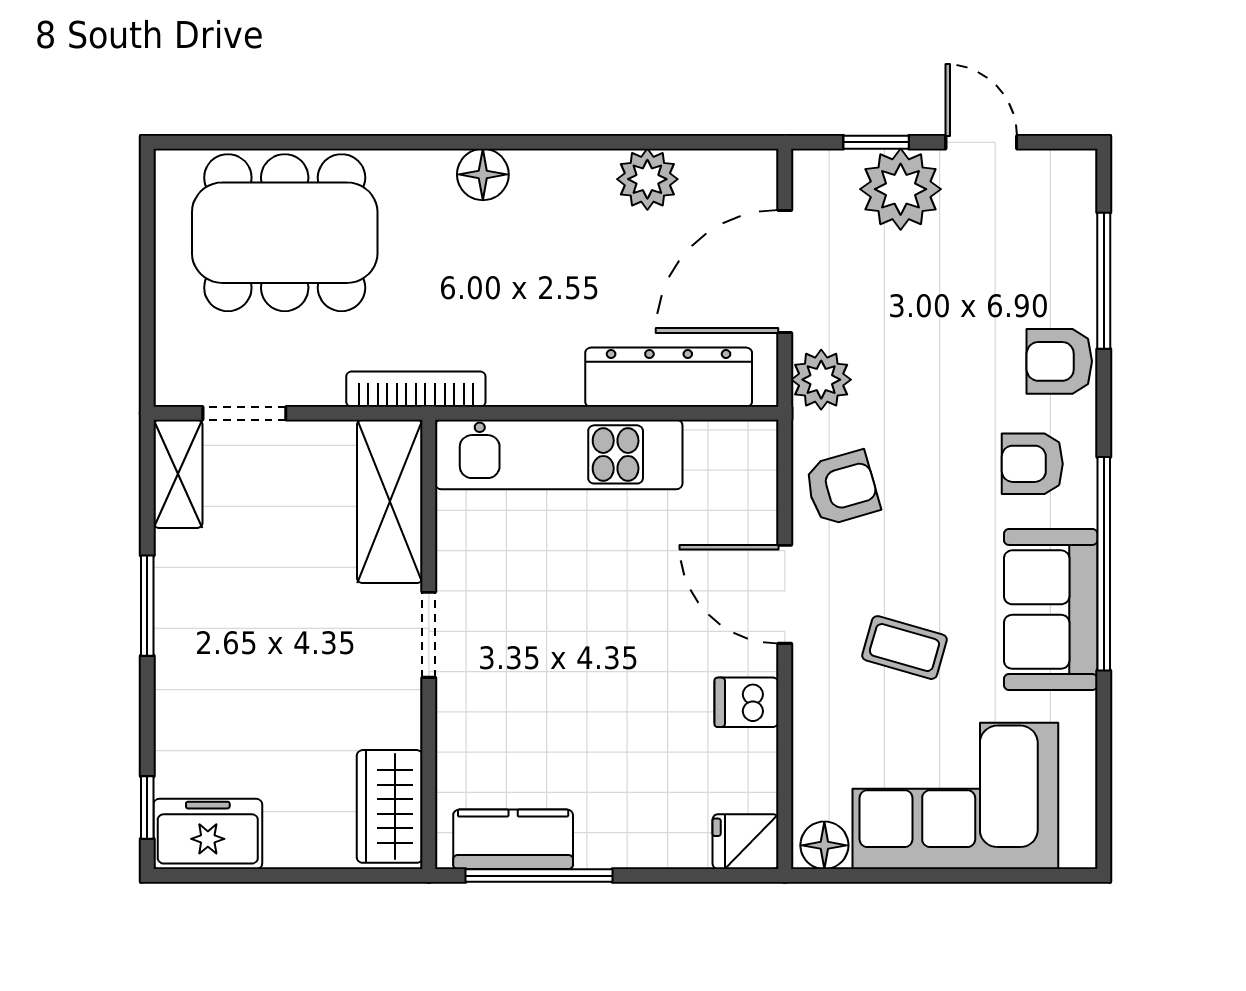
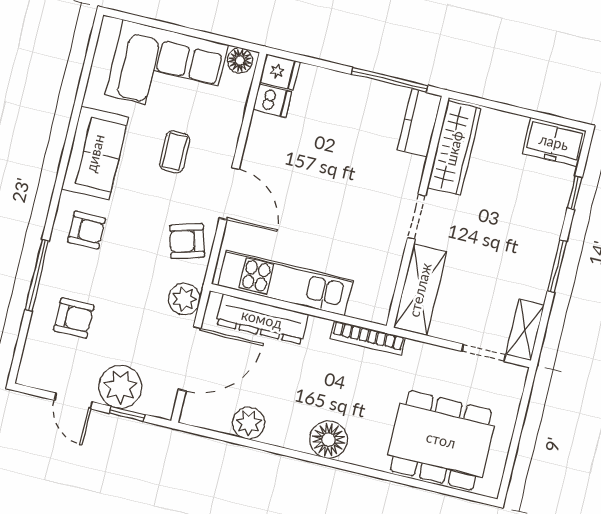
floor lamp: (483, 174) -> (329, 440), width x1.38, depth x1.38
window: (1104, 281) -> (37, 275), moved
armchair: (1059, 361) -> (74, 318), moved
bookcase: (416, 389) -> (368, 338), moved
kitchen unit: (559, 454) -> (285, 283), moved
window: (1104, 564) -> (62, 170), removed
coffee table: (904, 648) -> (175, 152), turned 74
dishwasher: (747, 702) -> (272, 101), moved
wardrobe: (390, 806) -> (454, 148), width x1.50
window: (147, 808) -> (575, 193), moved
kitchen counter: (513, 839) -> (419, 123), moved, turned 90

